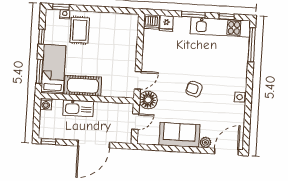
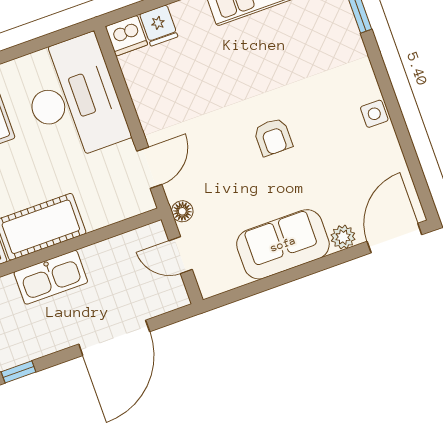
desk: (119, 38) -> (73, 98), added
armchair: (194, 89) -> (273, 137), turned -106
floor lamp: (148, 100) -> (182, 211), width x0.53, depth x0.53
door: (135, 122) -> (180, 255), swing flipped

